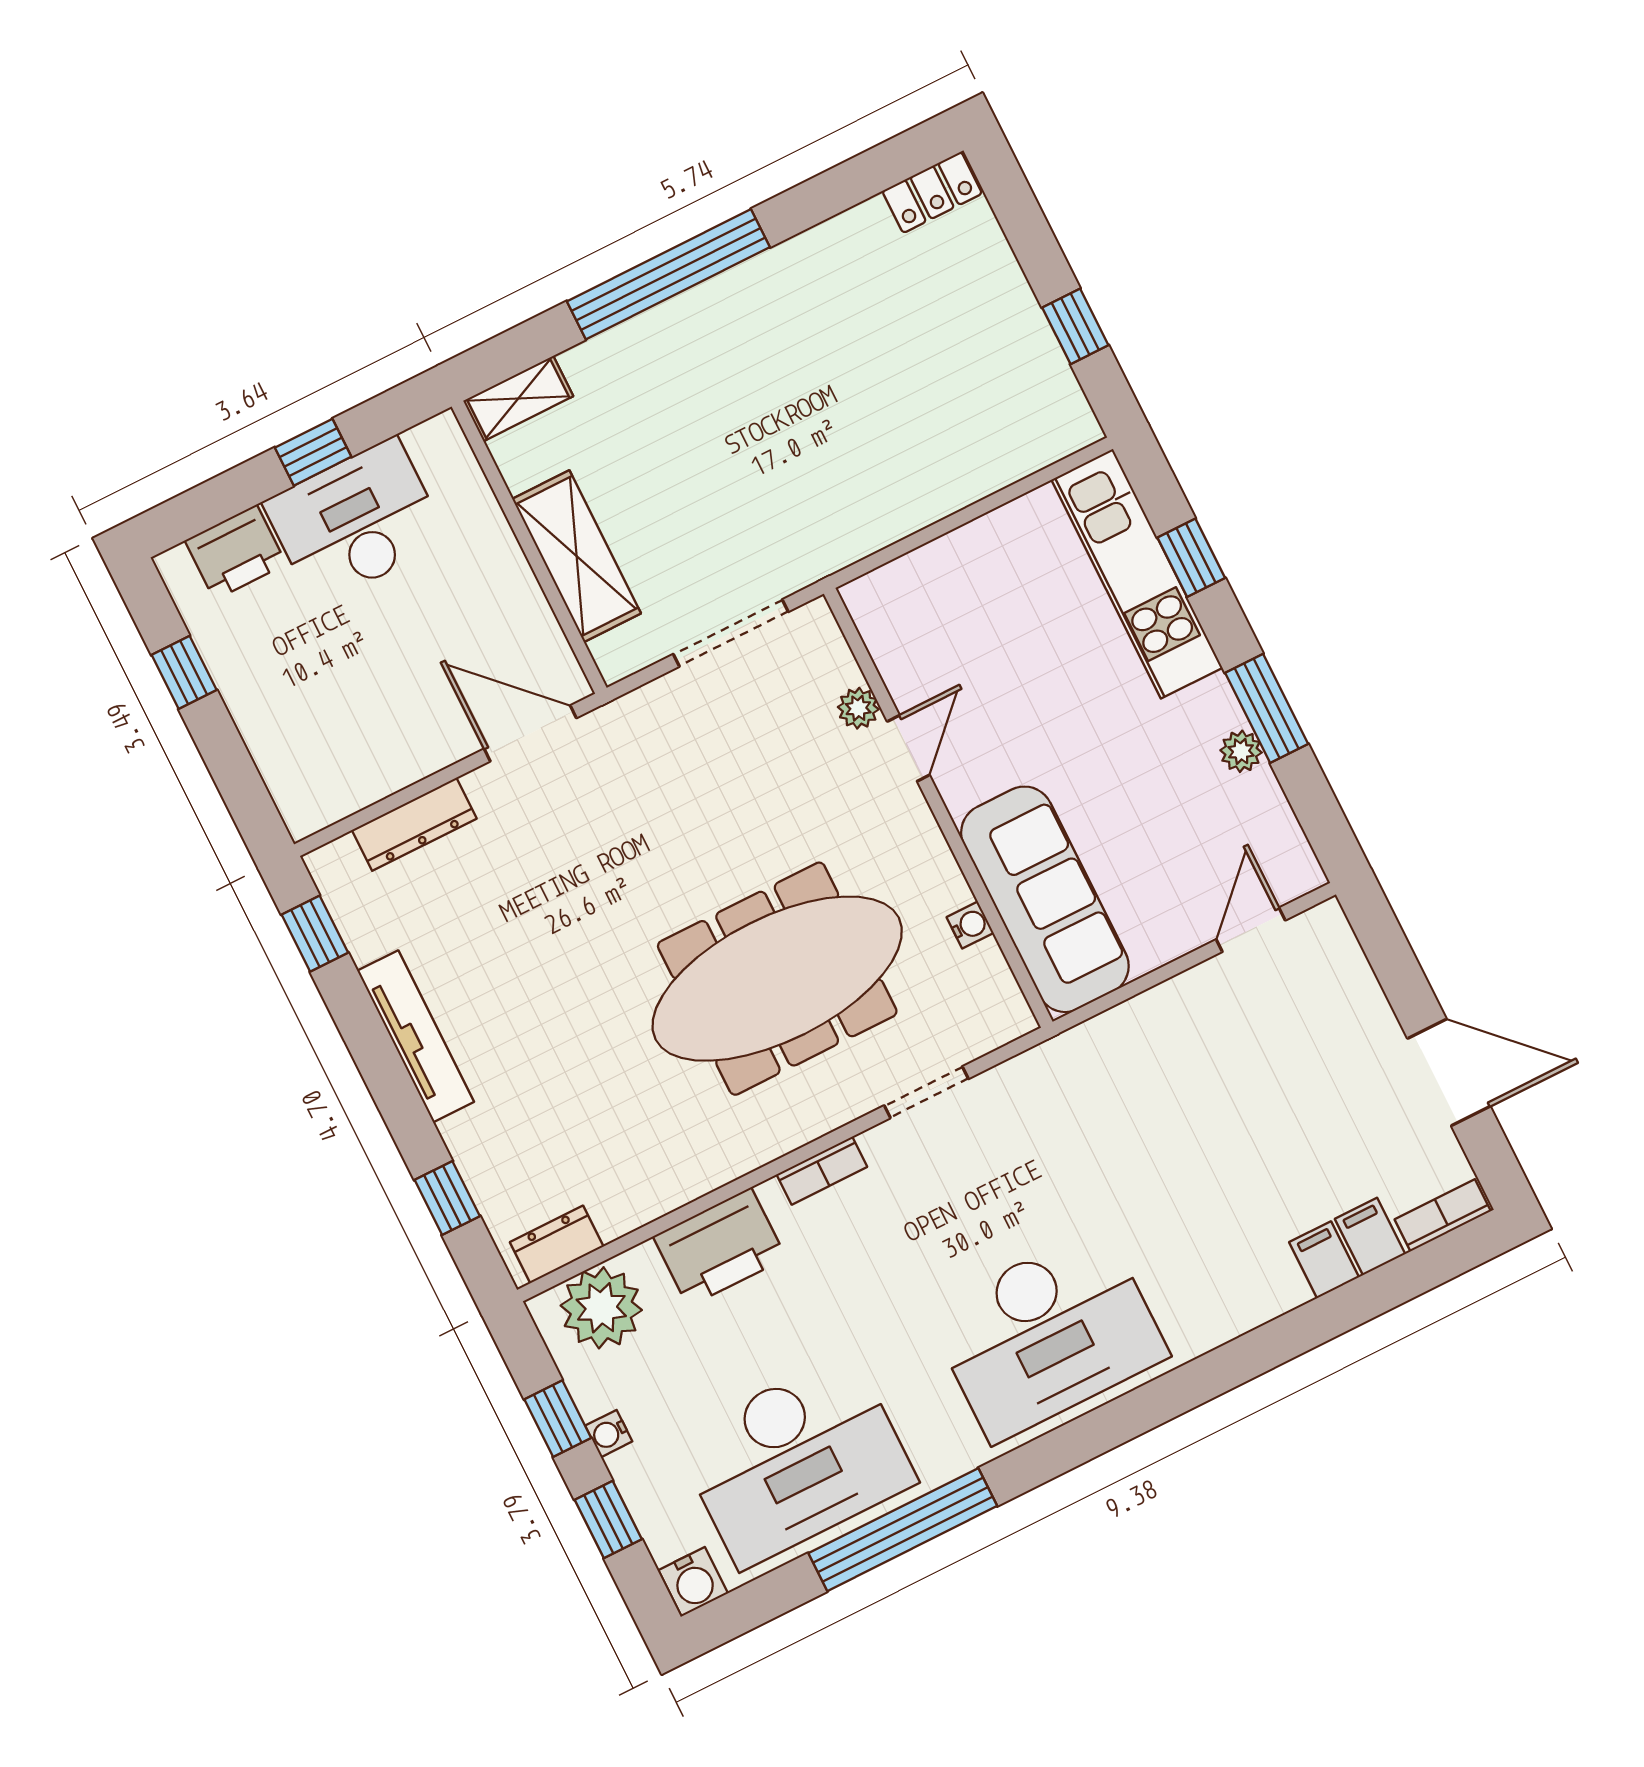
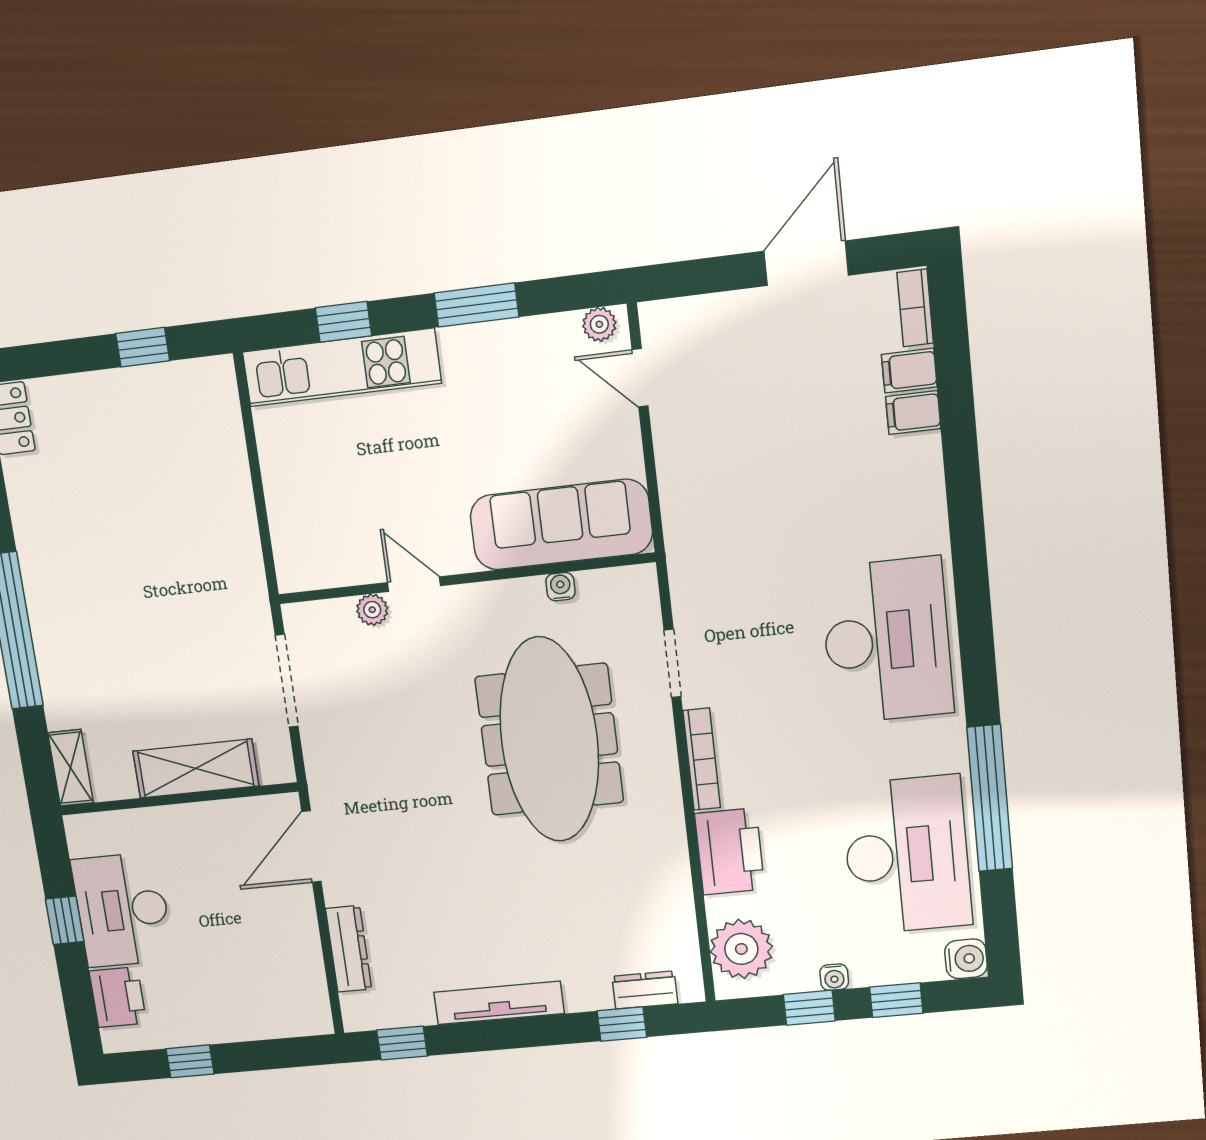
plant: (1241, 751) -> (599, 324), moved
bookcase: (822, 1171) -> (702, 759), width x1.56
dresser: (557, 1244) -> (645, 990), moved, turned 90

